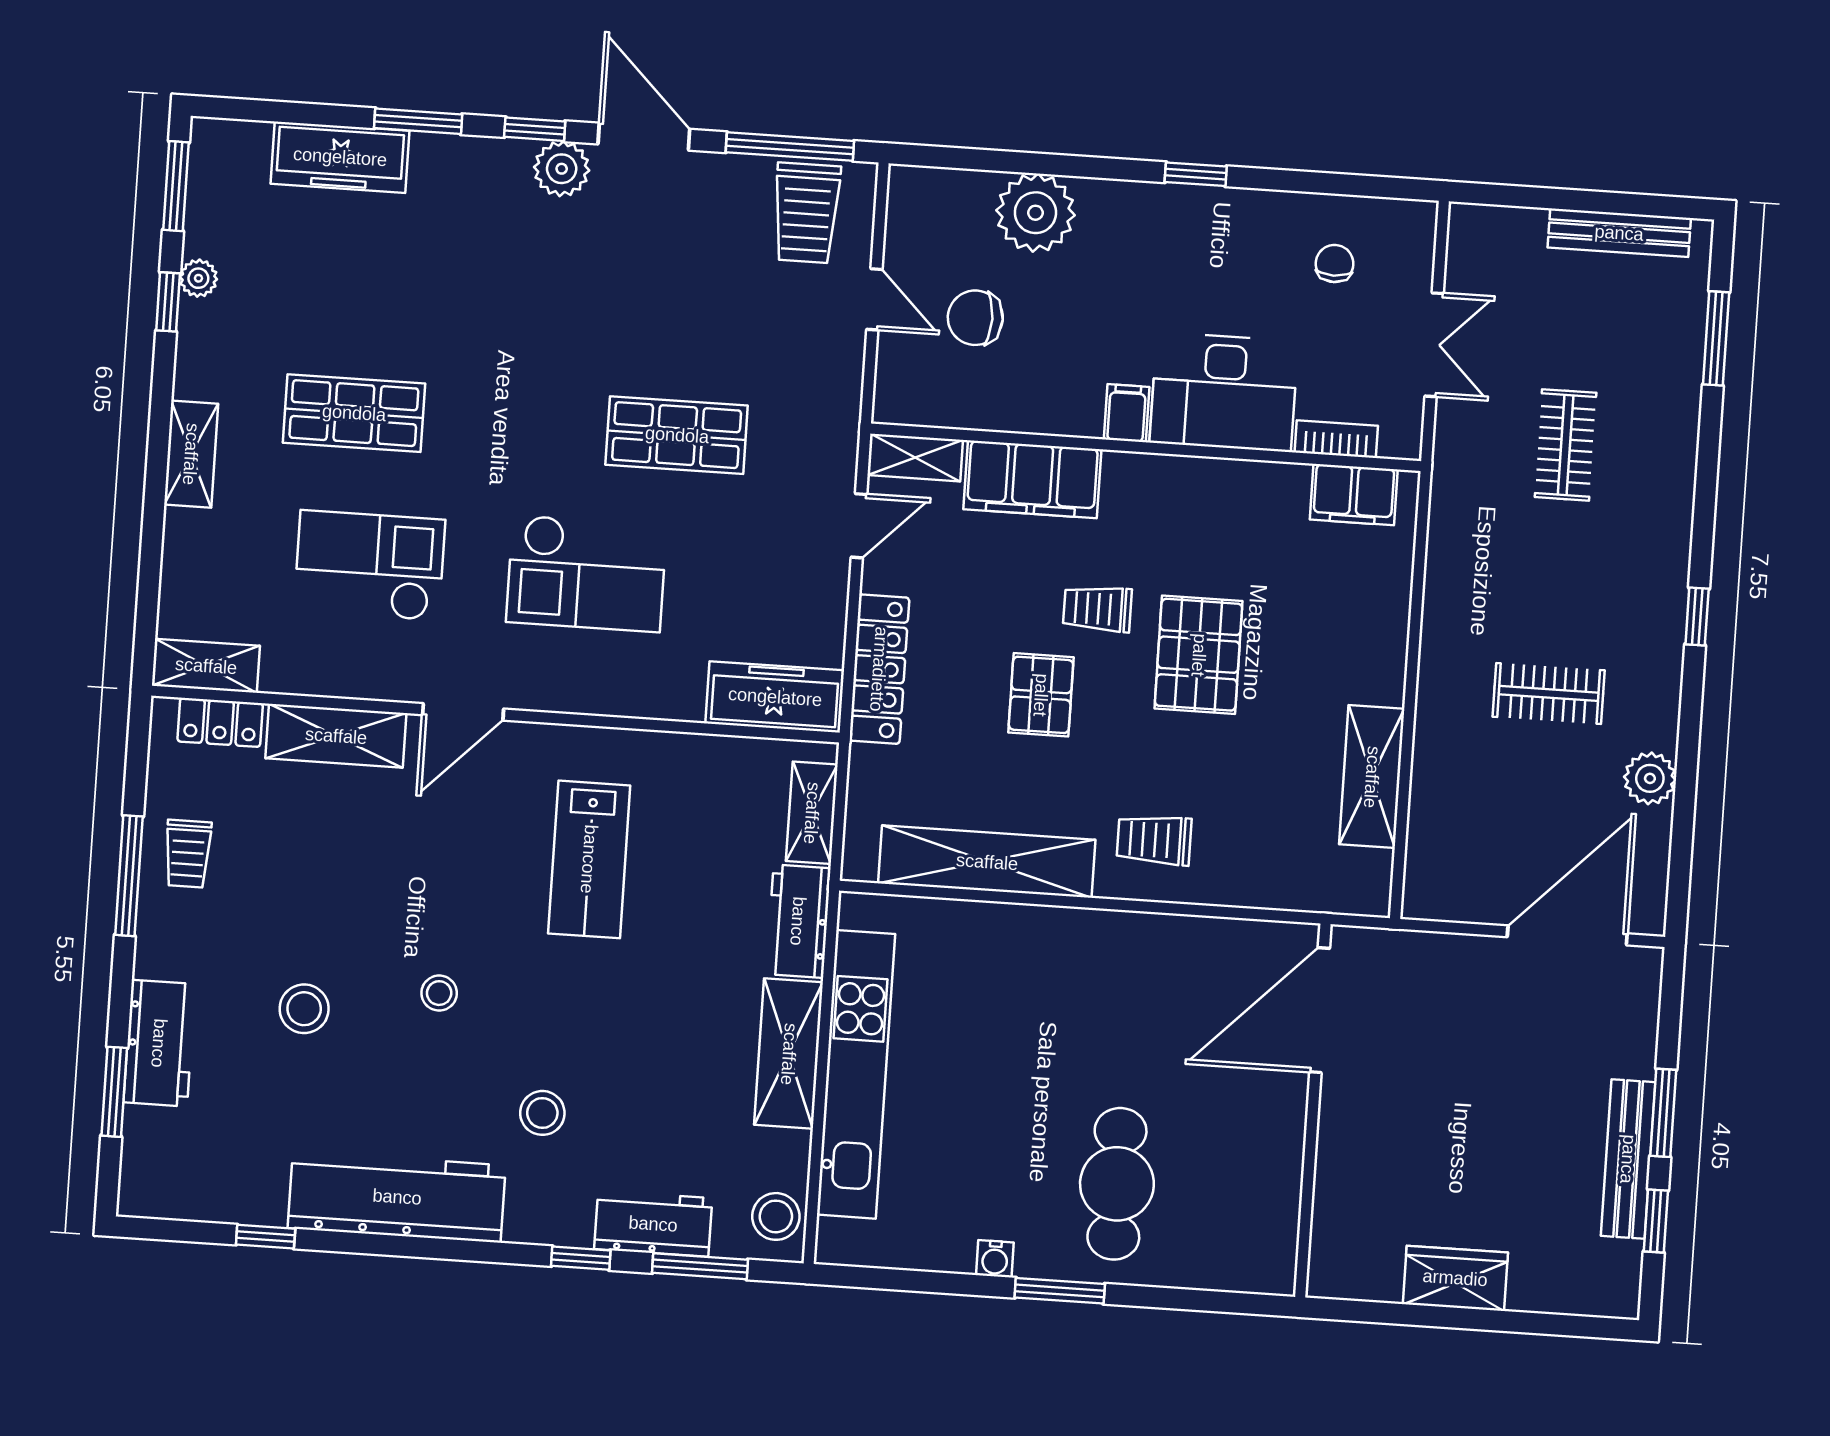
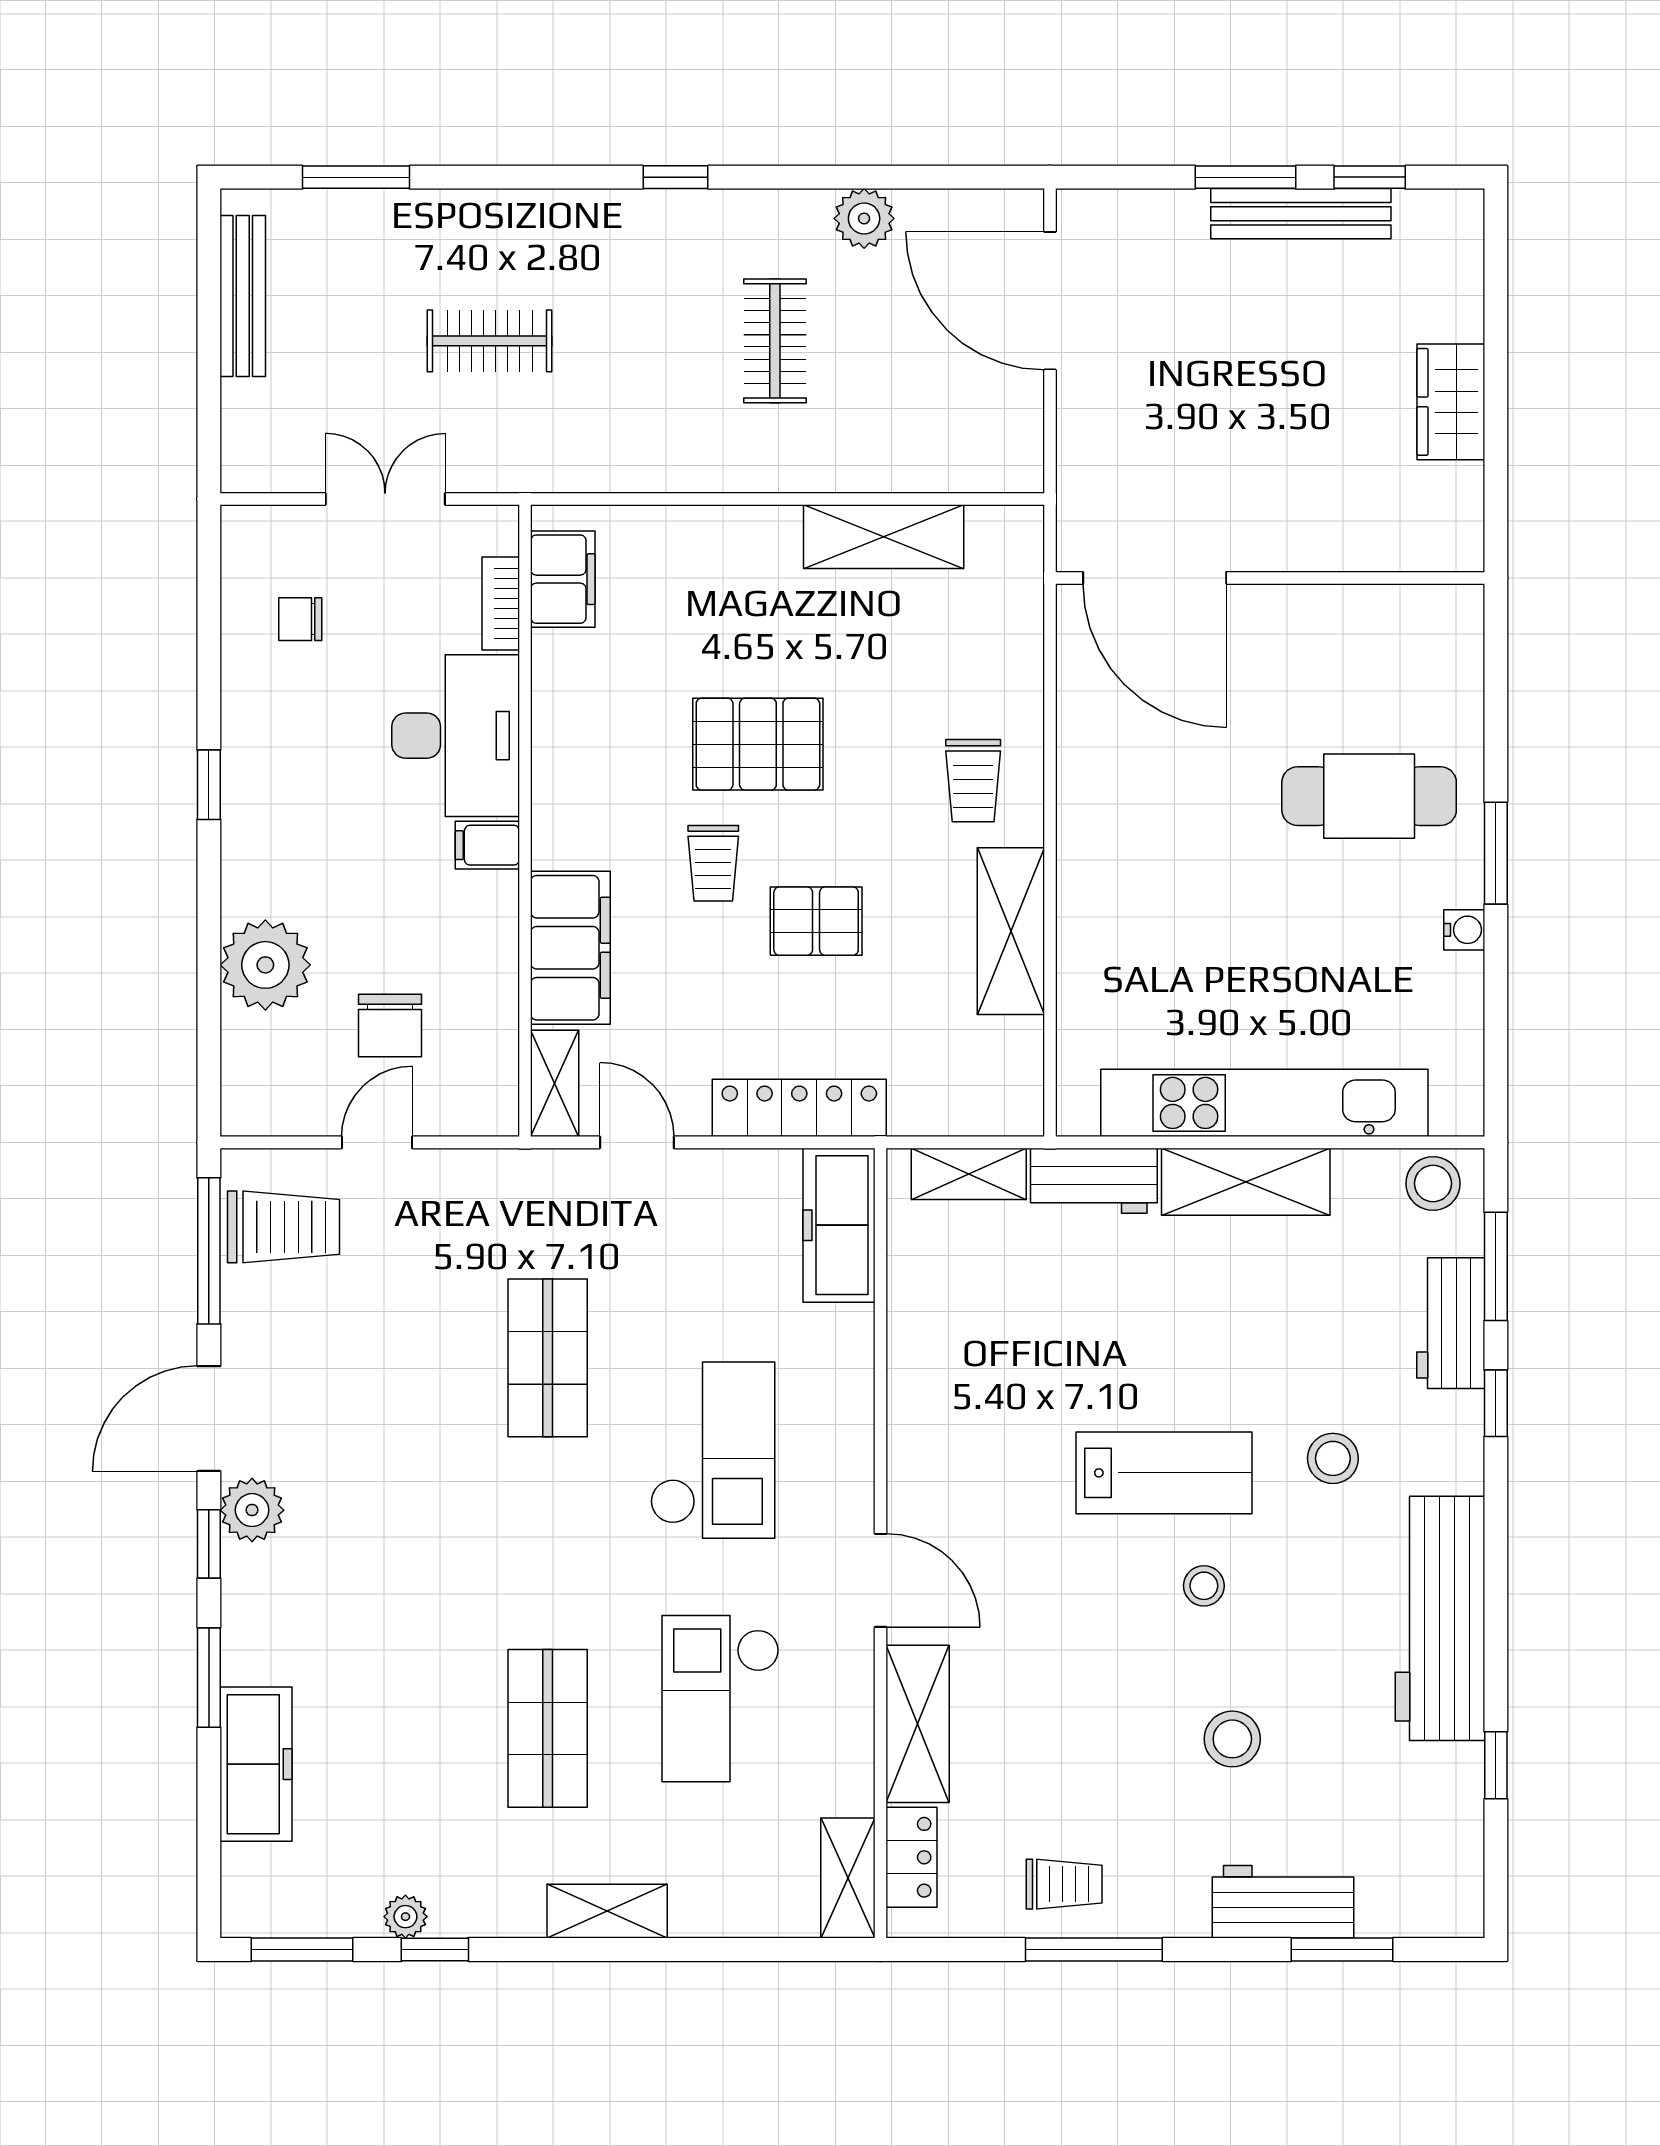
lab bench: (589, 859) -> (1164, 1473), moved
shelving: (987, 862) -> (1011, 931), width x0.68

